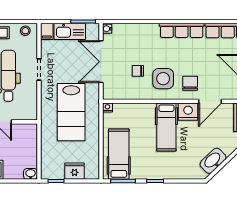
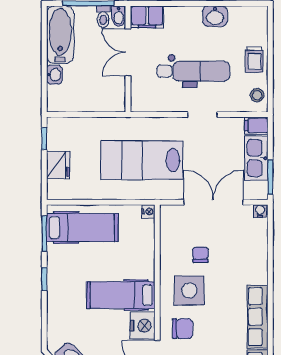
washbasin: (31, 174) -> (54, 75), moved

